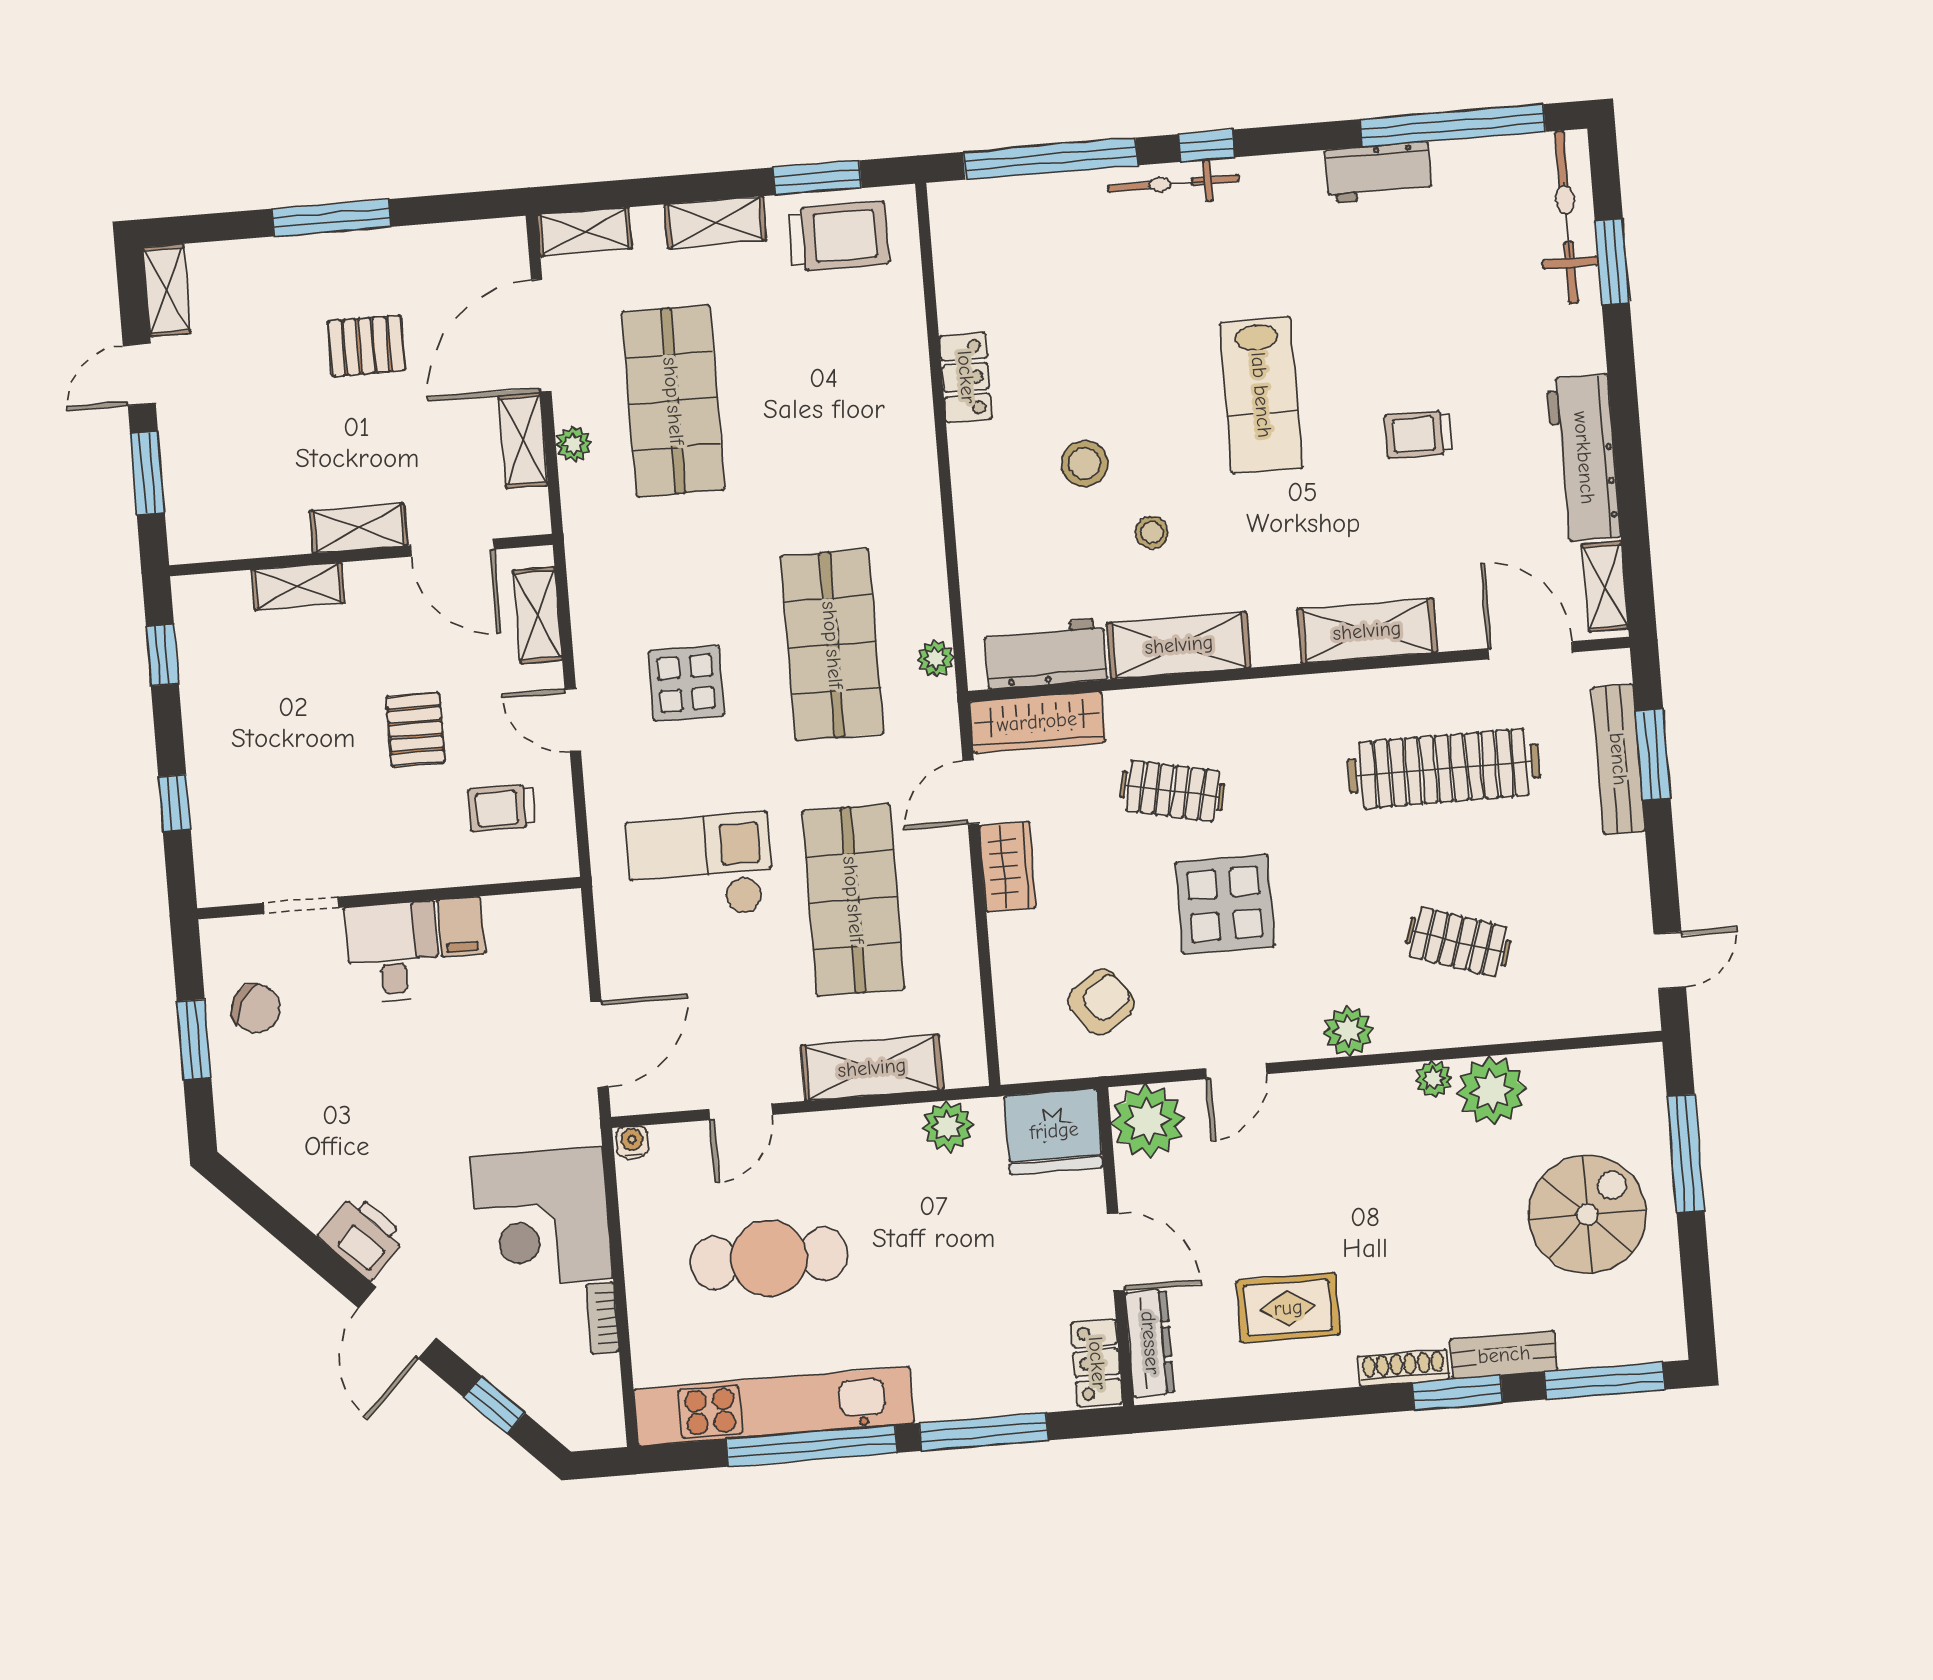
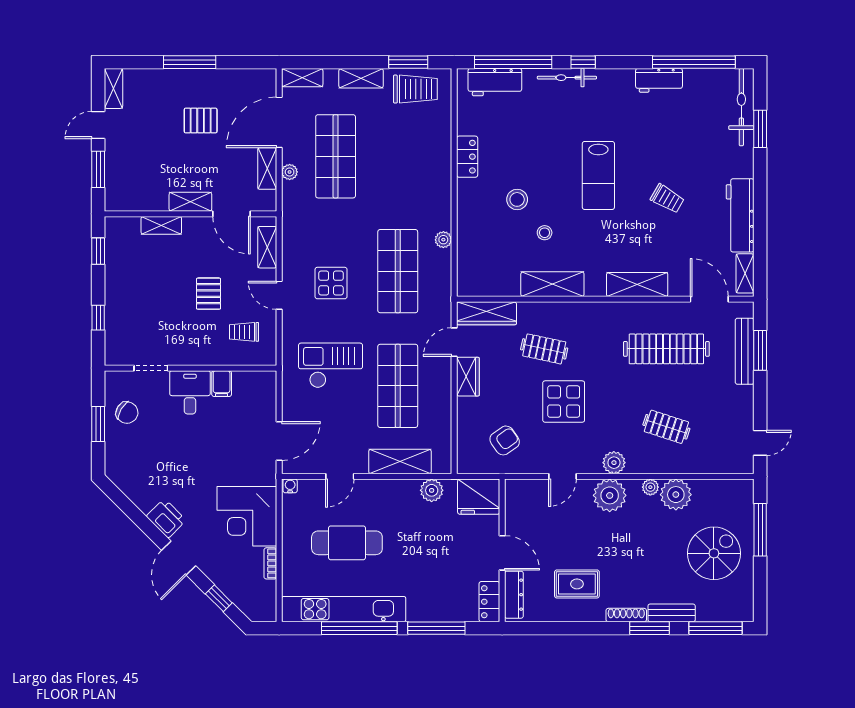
trolley: (1419, 434) -> (667, 199), turned -150
workbench: (1045, 654) -> (495, 82), moved, turned 180
plant: (936, 658) -> (443, 240), moved
plant: (1148, 1121) -> (610, 495), moved

